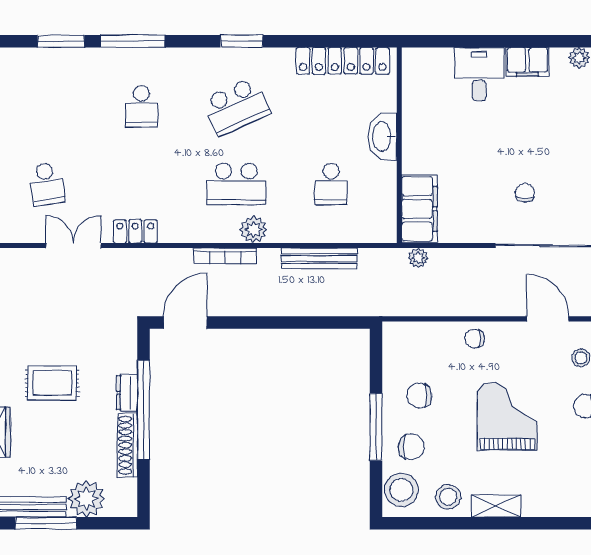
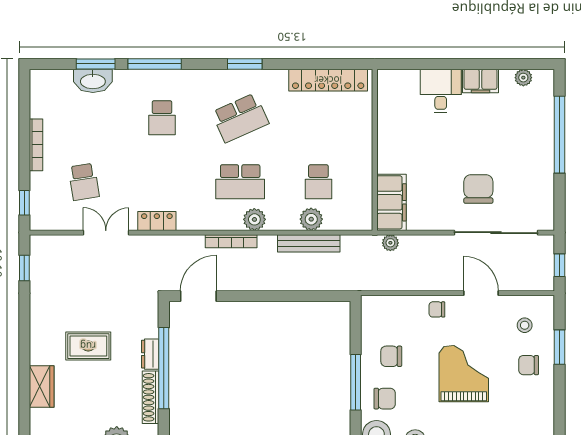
washbasin: (383, 137) -> (93, 81), moved, turned -90
chair: (525, 193) -> (478, 189), width x1.87, depth x1.87
plant: (322, 229) -> (311, 219), added
door: (548, 319) -> (481, 293), moved

